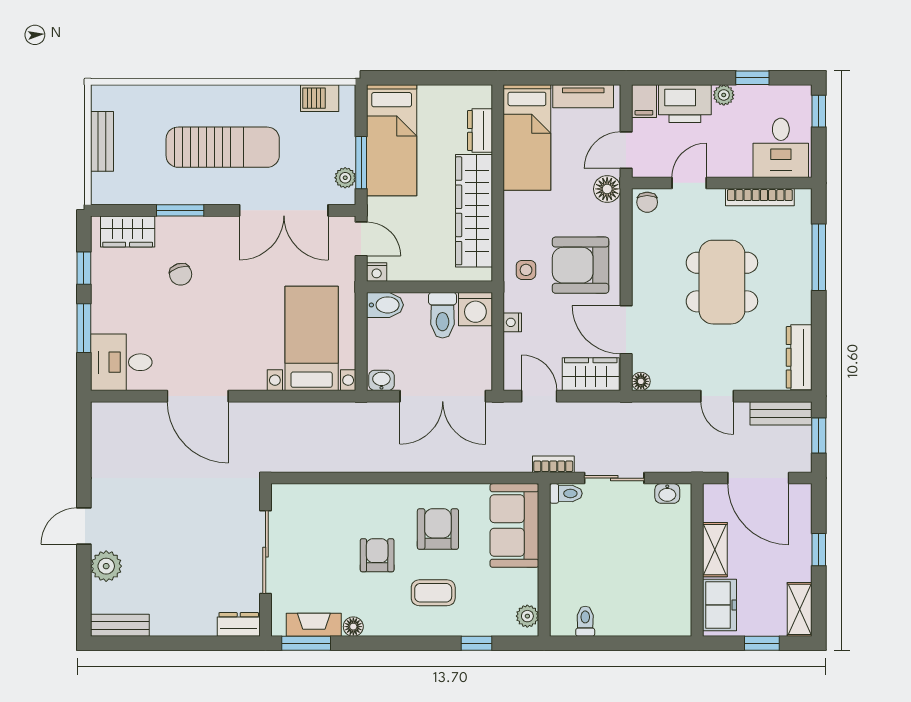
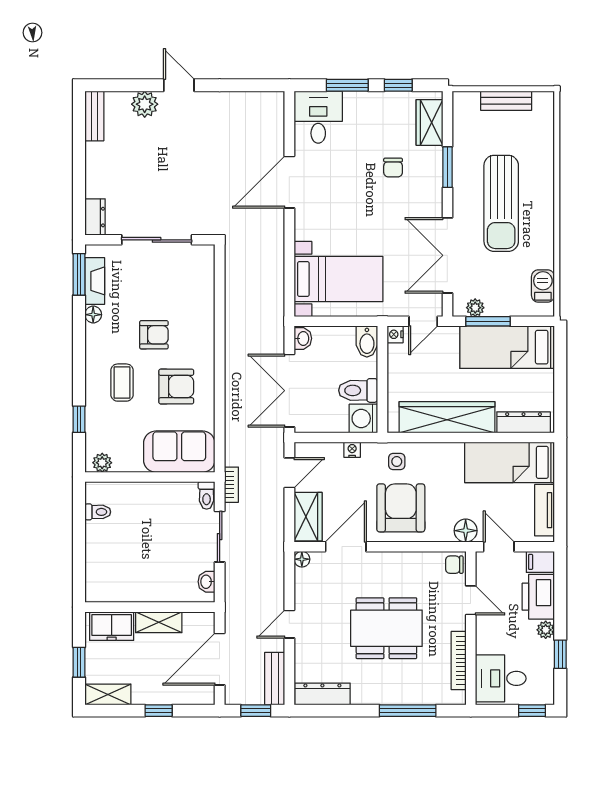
dresser: (480, 130) -> (524, 422), width x1.44
chair: (181, 274) -> (393, 168), turned -72

